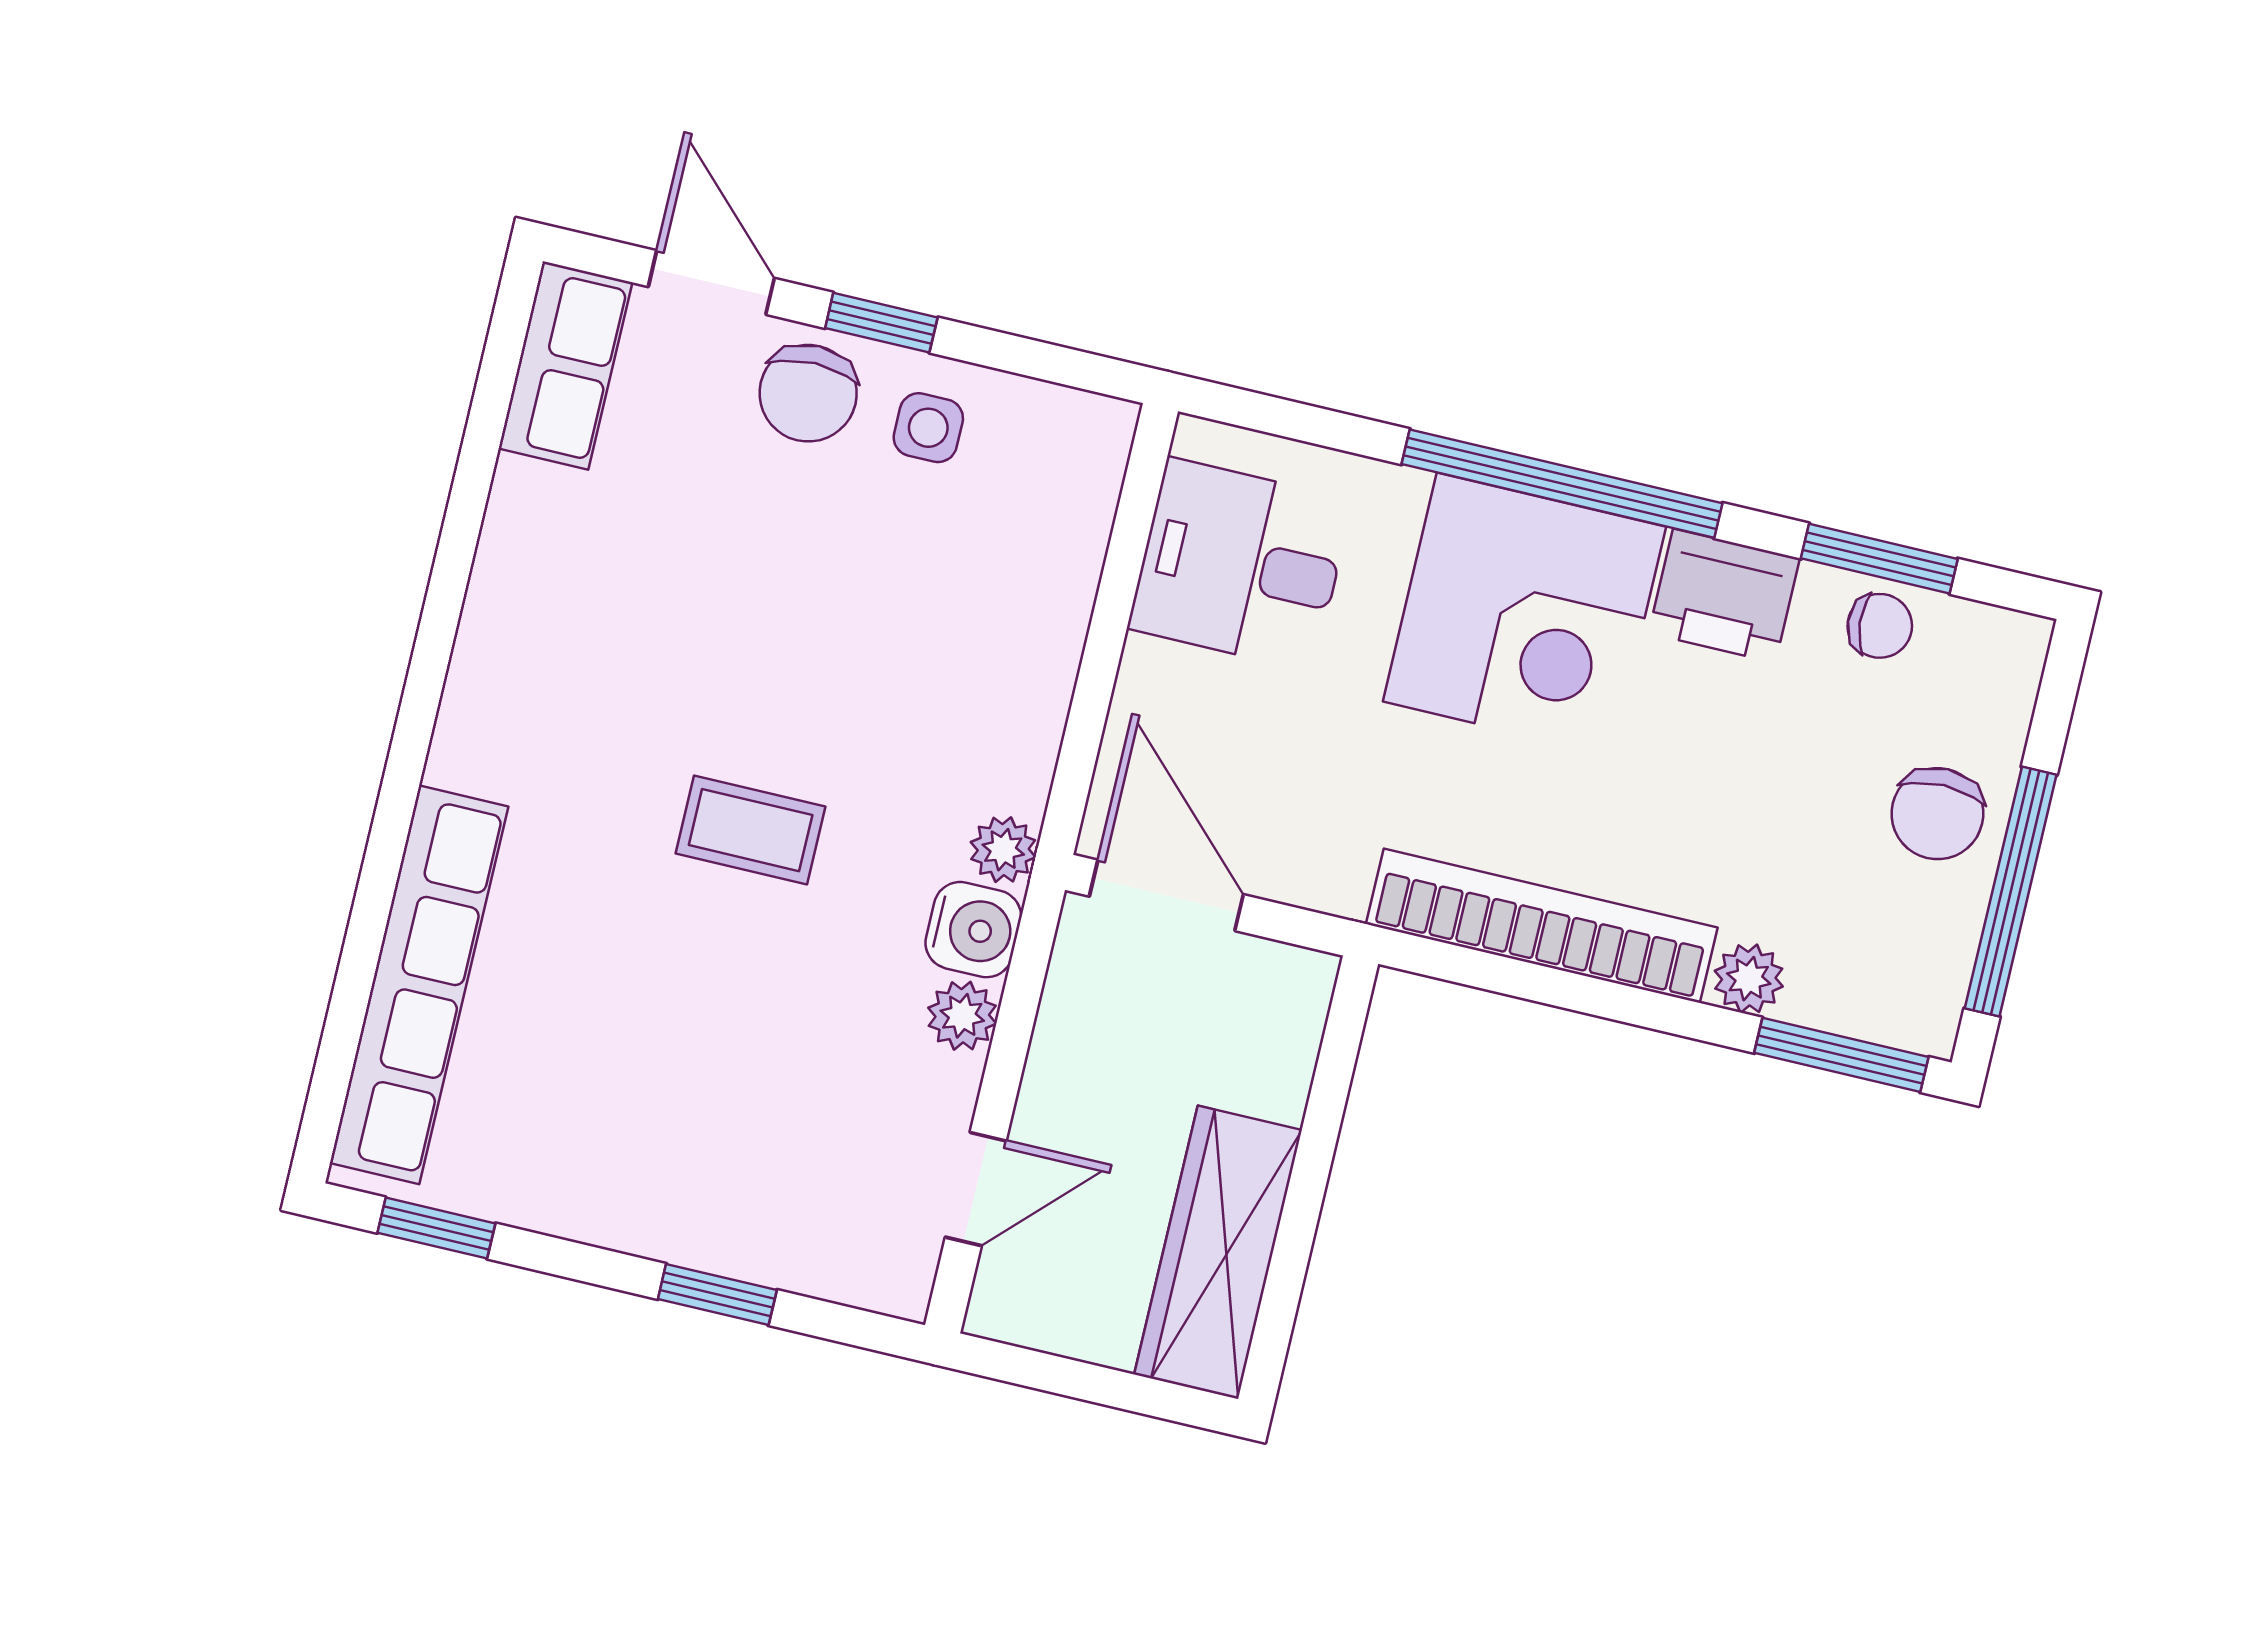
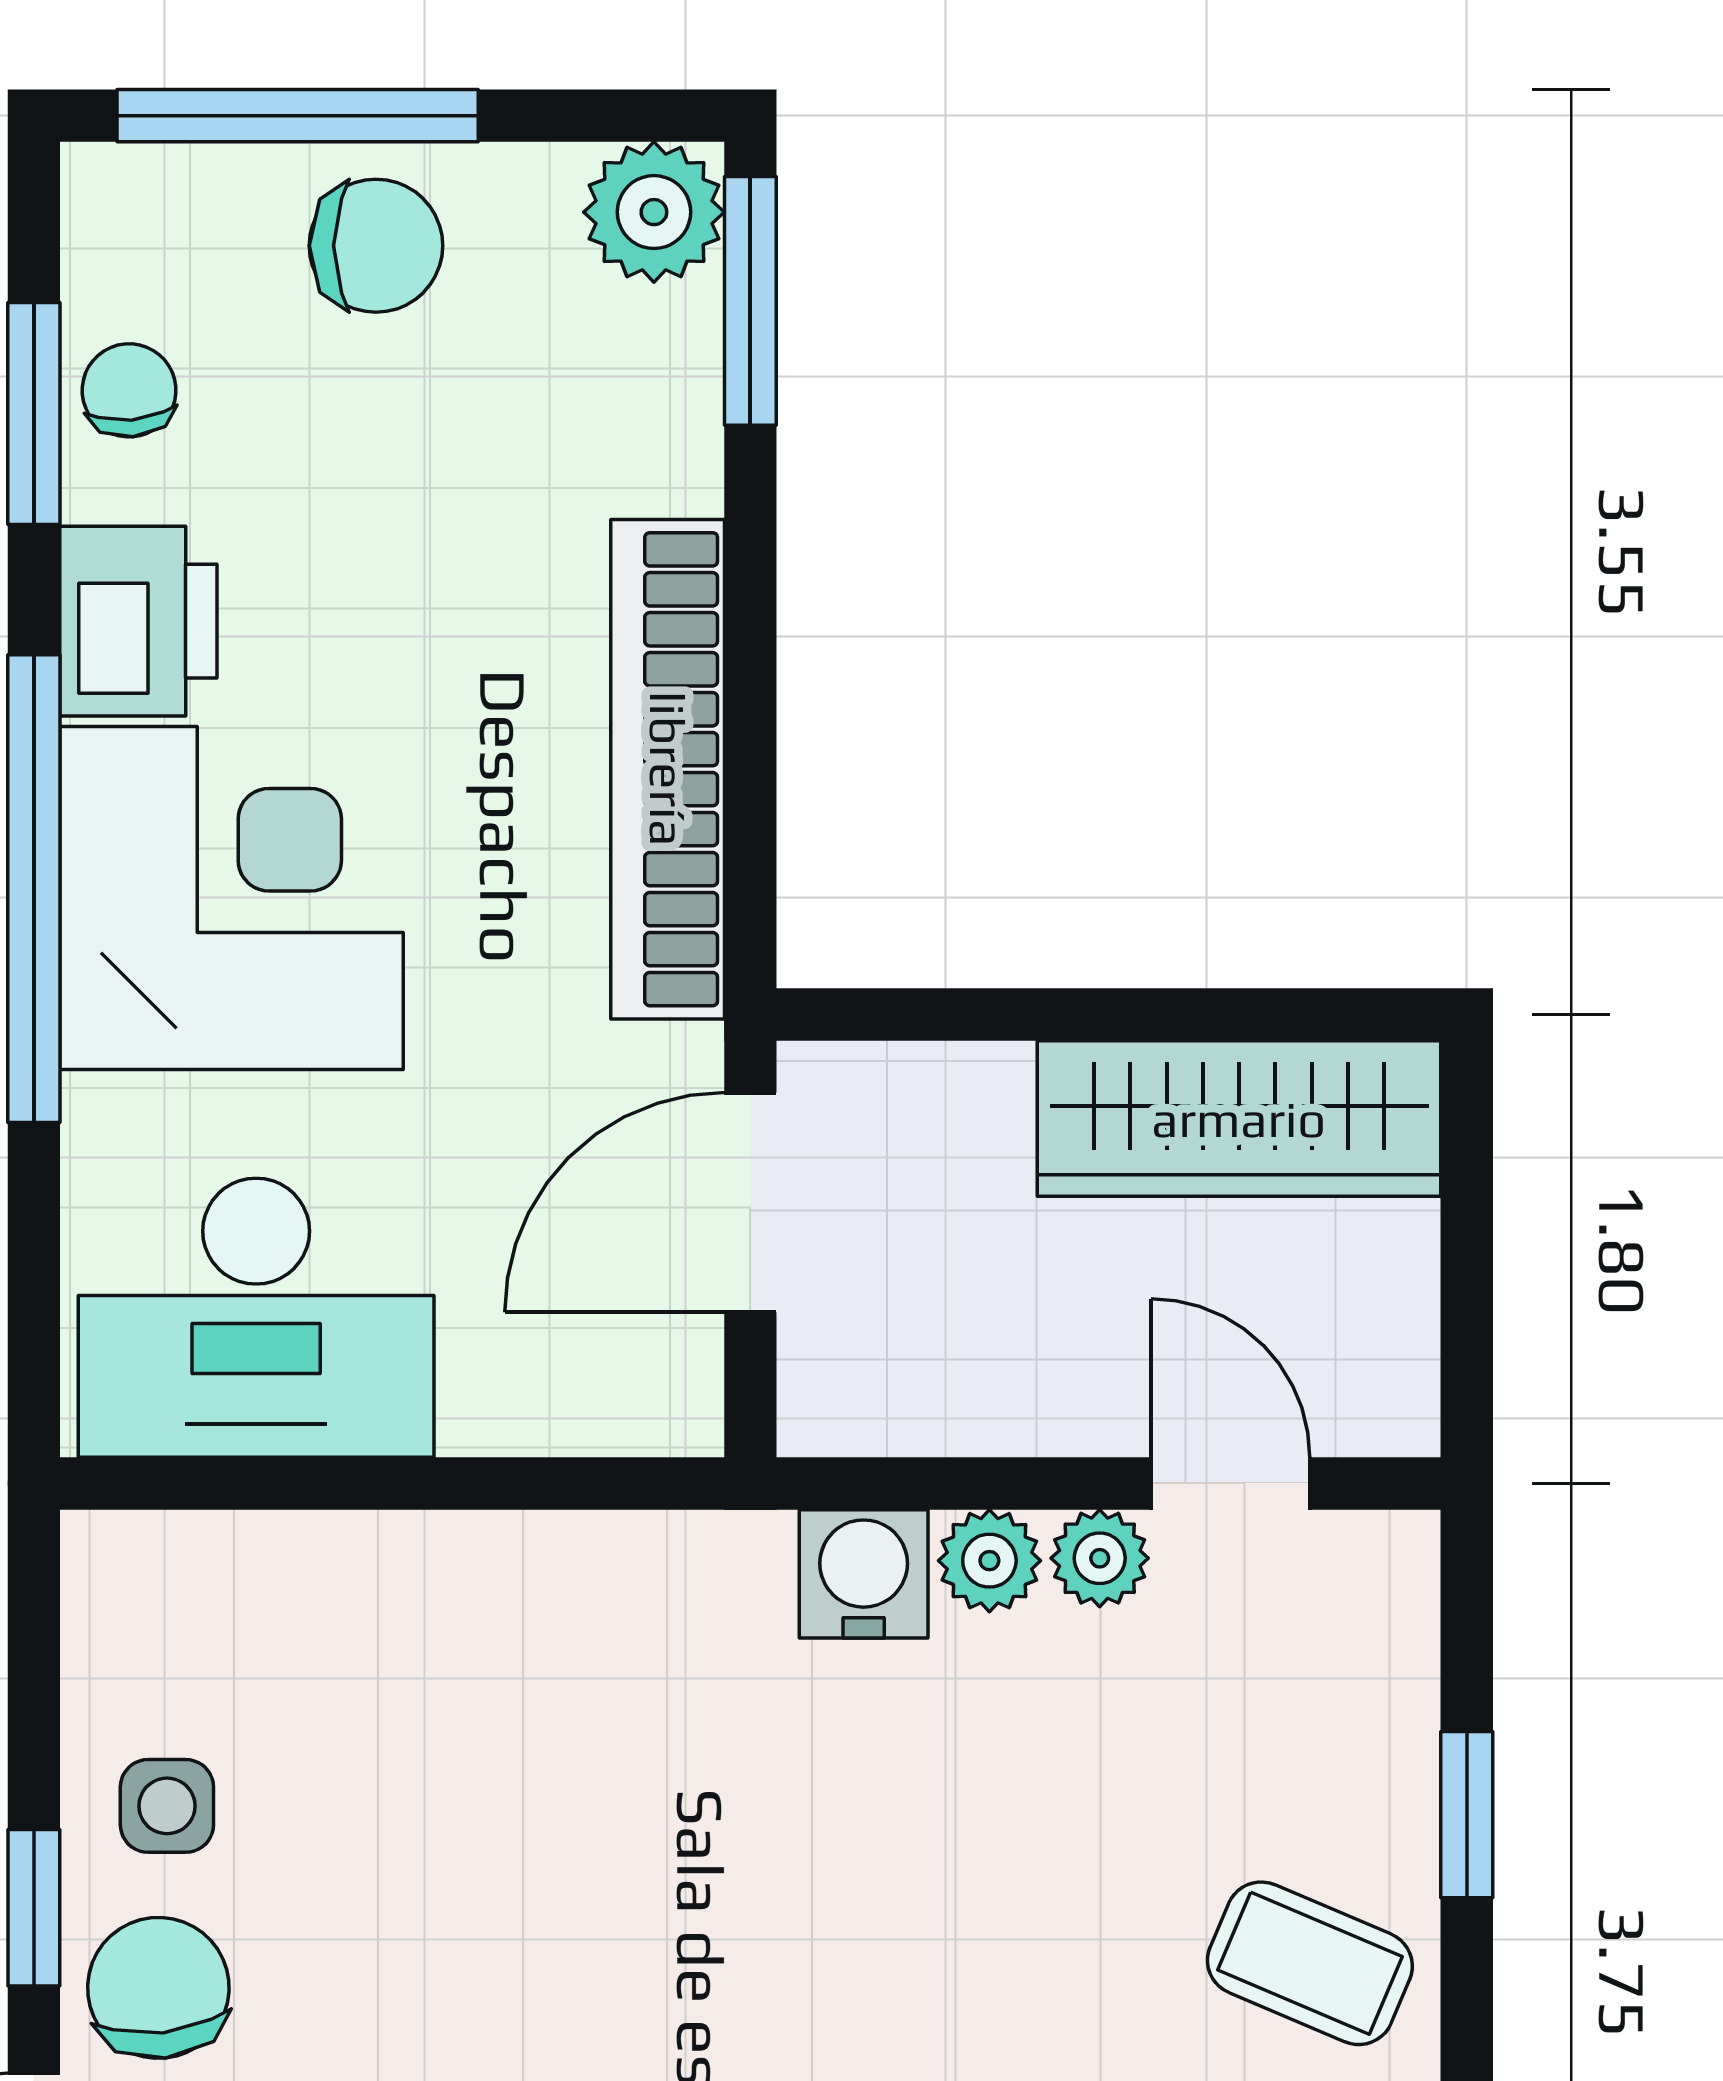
chair: (808, 393) -> (158, 1988), turned -96
desk: (1240, 564) -> (256, 1318), width x1.37
coffee table: (751, 830) -> (1310, 1963), moved, turned -67
plant: (1003, 850) -> (1100, 1558), moved
window: (2011, 892) -> (298, 116), moved
door: (1166, 895) -> (750, 1203), moved
plant: (1749, 979) -> (654, 212), moved, width x1.38, depth x1.38

